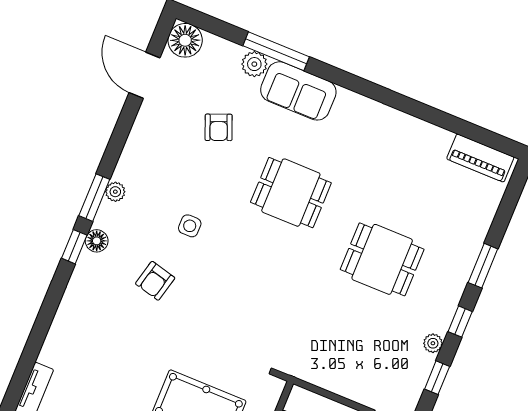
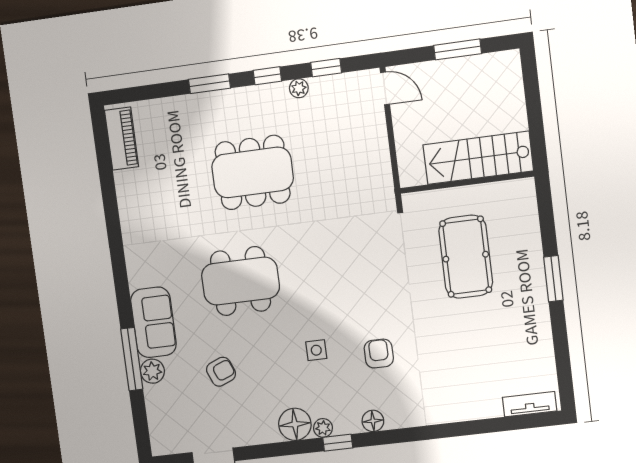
floor lamp: (185, 40) -> (295, 424), moved
dining table: (291, 193) -> (241, 281), width x1.38
window: (94, 198) -> (338, 443), width x0.67
window: (74, 247) -> (388, 437), removed
dining table: (382, 259) -> (253, 172), width x1.38
armchair: (155, 281) -> (379, 354), turned -104

